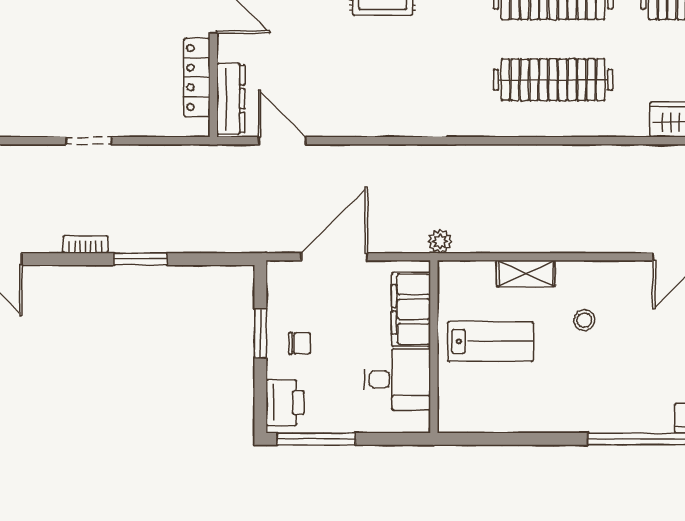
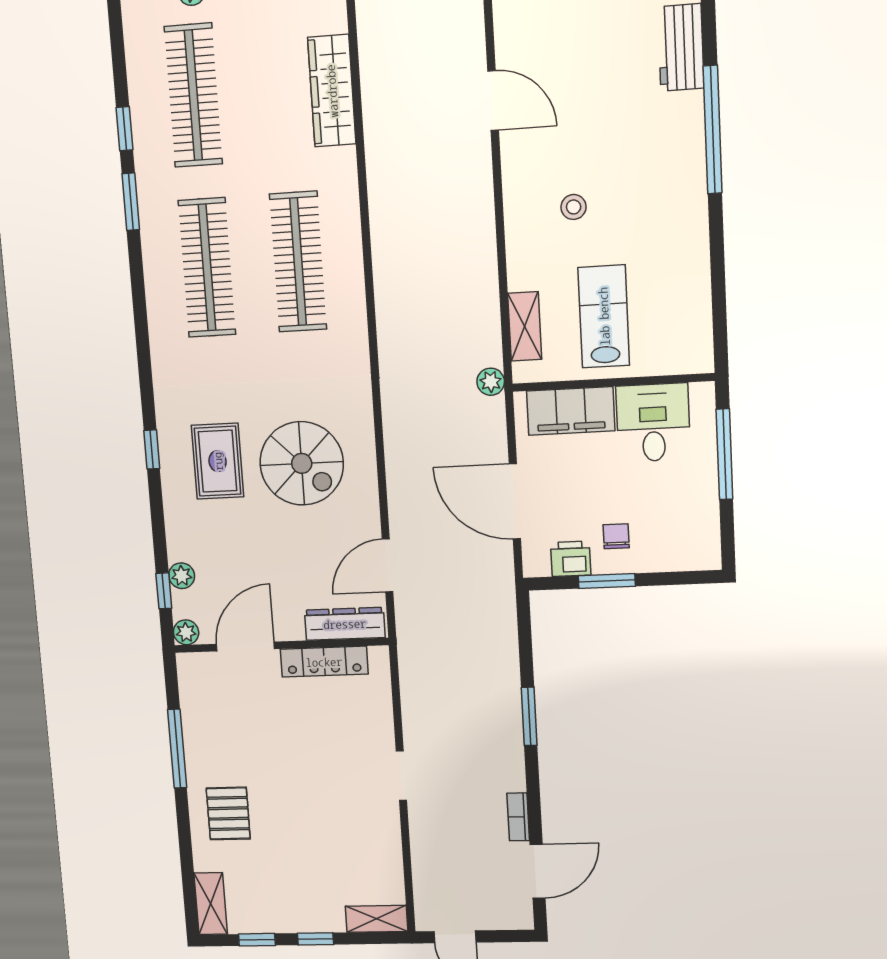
spiral stairs: (377, 70) -> (302, 463), added
bookcase: (86, 244) -> (518, 817), moved
shelving: (526, 273) -> (525, 326), moved
printer: (285, 403) -> (571, 559), moved, width x0.73, depth x0.81
window: (316, 439) -> (724, 454), moved

